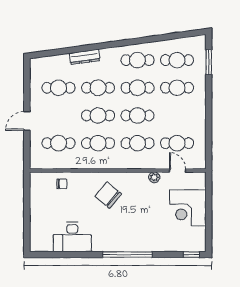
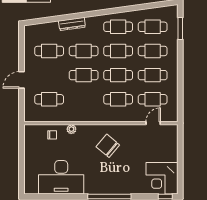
cafe table: (98, 143) -> (153, 75), moved
door: (178, 170) -> (153, 123), hinge flipped
plant: (154, 177) -> (71, 129), moved
chair: (108, 195) -> (108, 146), moved
corner desk: (188, 208) -> (162, 178), moved
desk: (72, 237) -> (61, 177), width x1.36, depth x1.30

